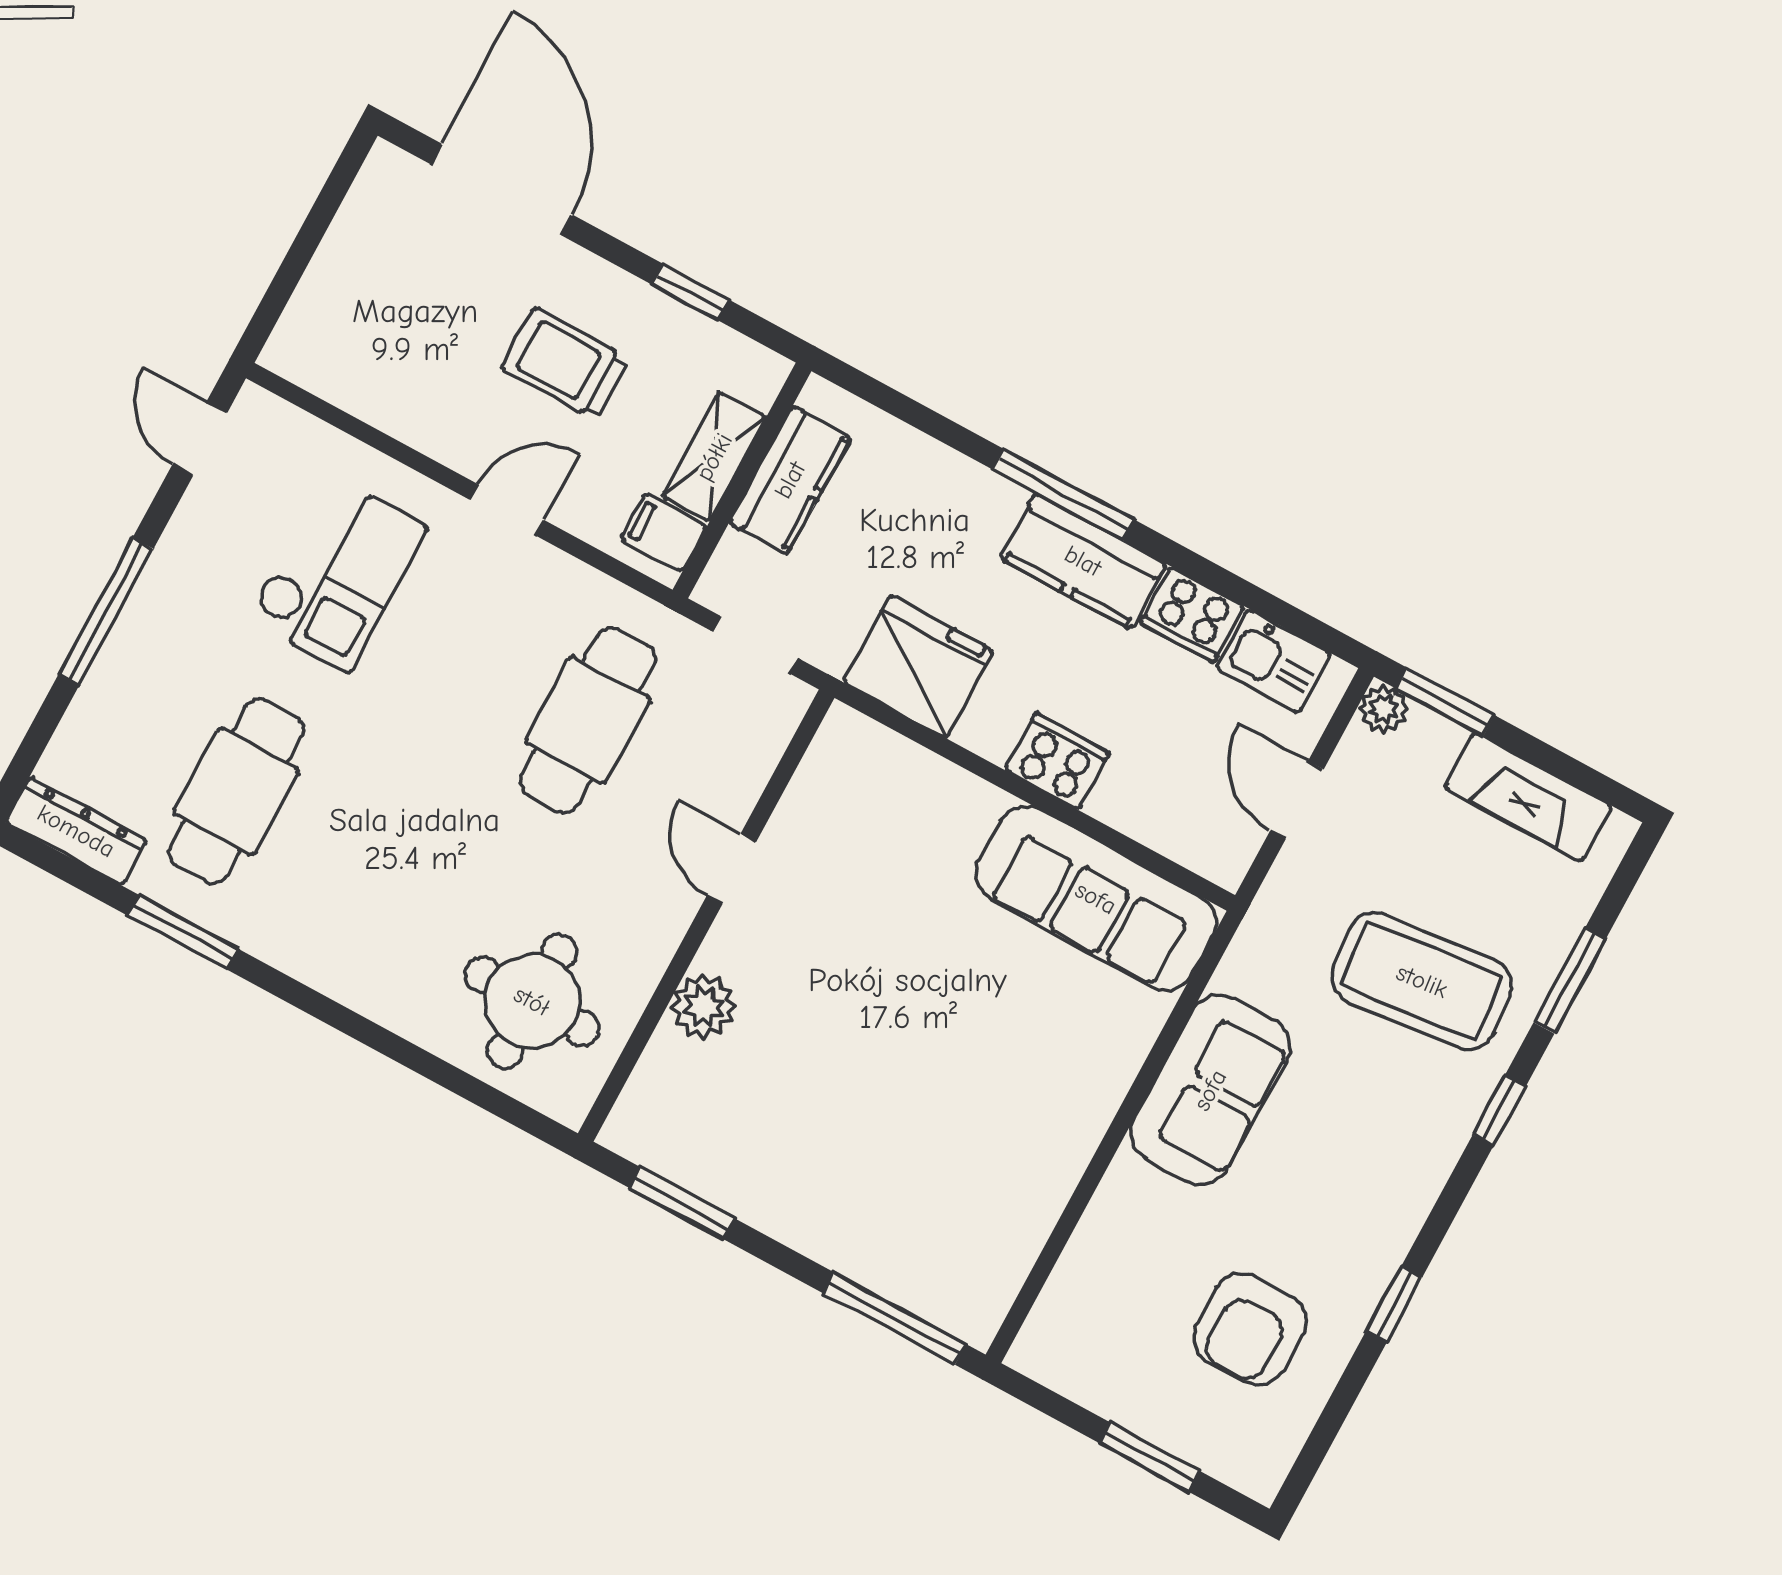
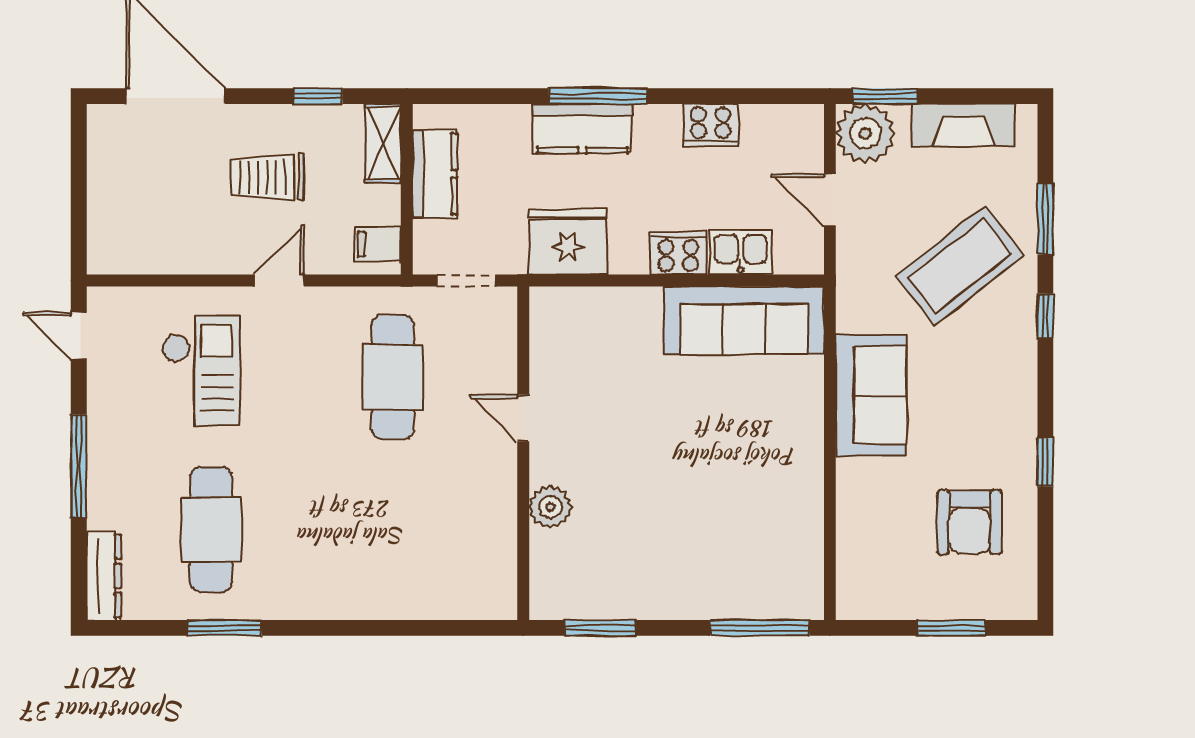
shelving: (714, 457) -> (383, 143), moved
kitchen counter: (1083, 561) -> (582, 129), moved
kitchen sink: (1274, 661) -> (741, 252), moved, turned 180
plant: (1383, 709) -> (865, 133), width x1.87, depth x1.87
dresser: (76, 831) -> (104, 576), moved, turned 90
coffee table: (1422, 981) -> (960, 266), turned -32
round table: (532, 1001) -> (449, 558), removed

